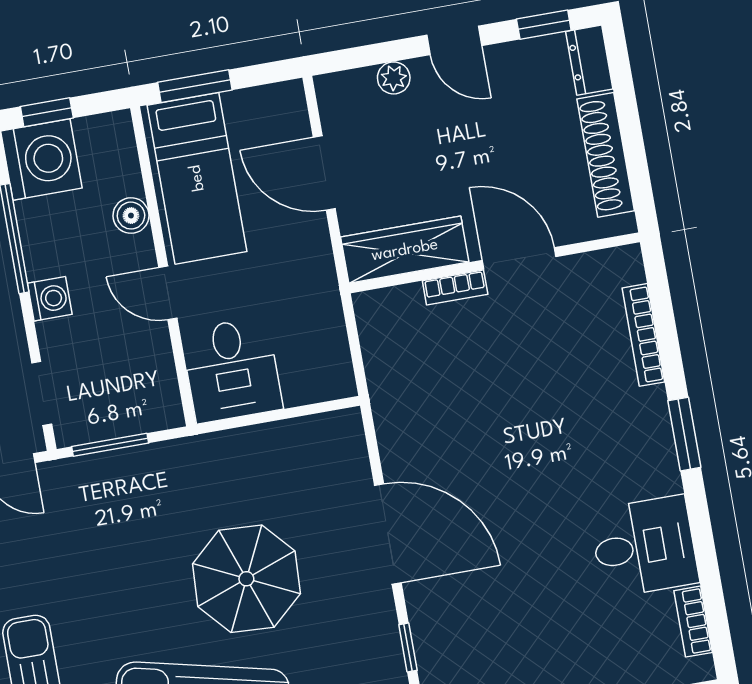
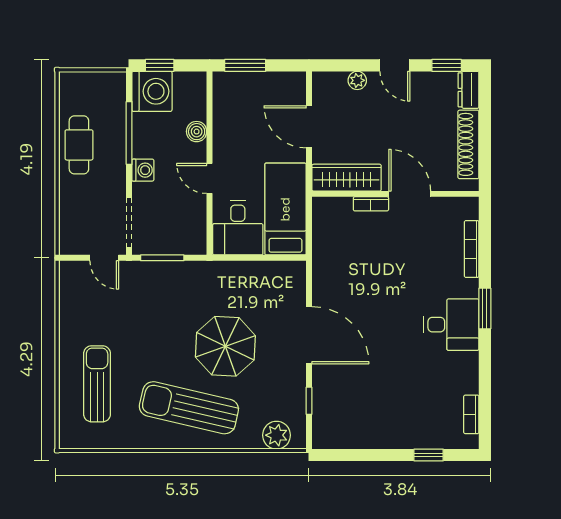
bed: (197, 178) -> (285, 209), moved, turned 180
doorway: (42, 393) -> (129, 222), width x1.38
desk: (644, 547) -> (451, 325), moved

